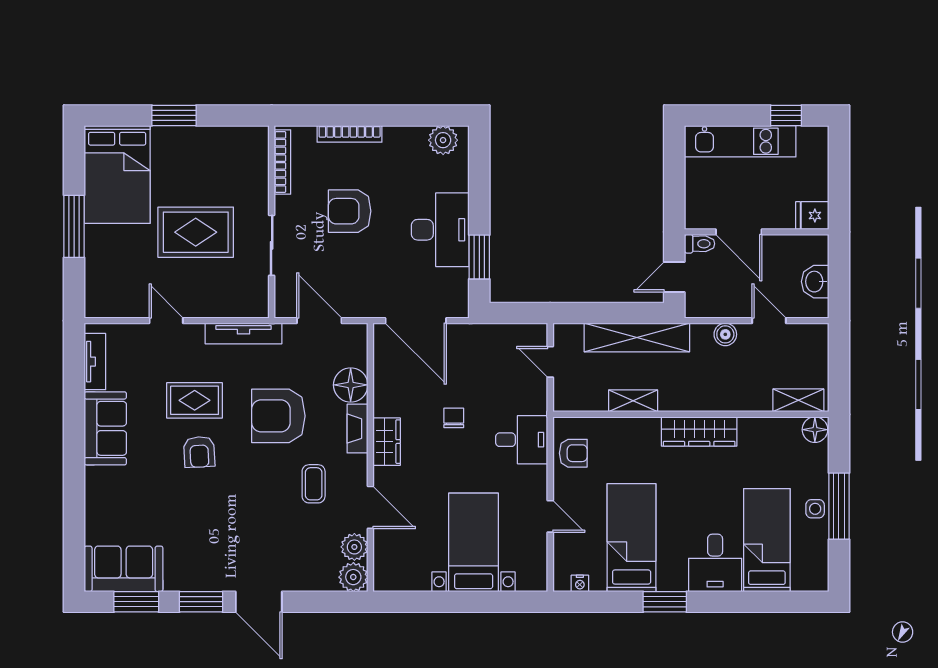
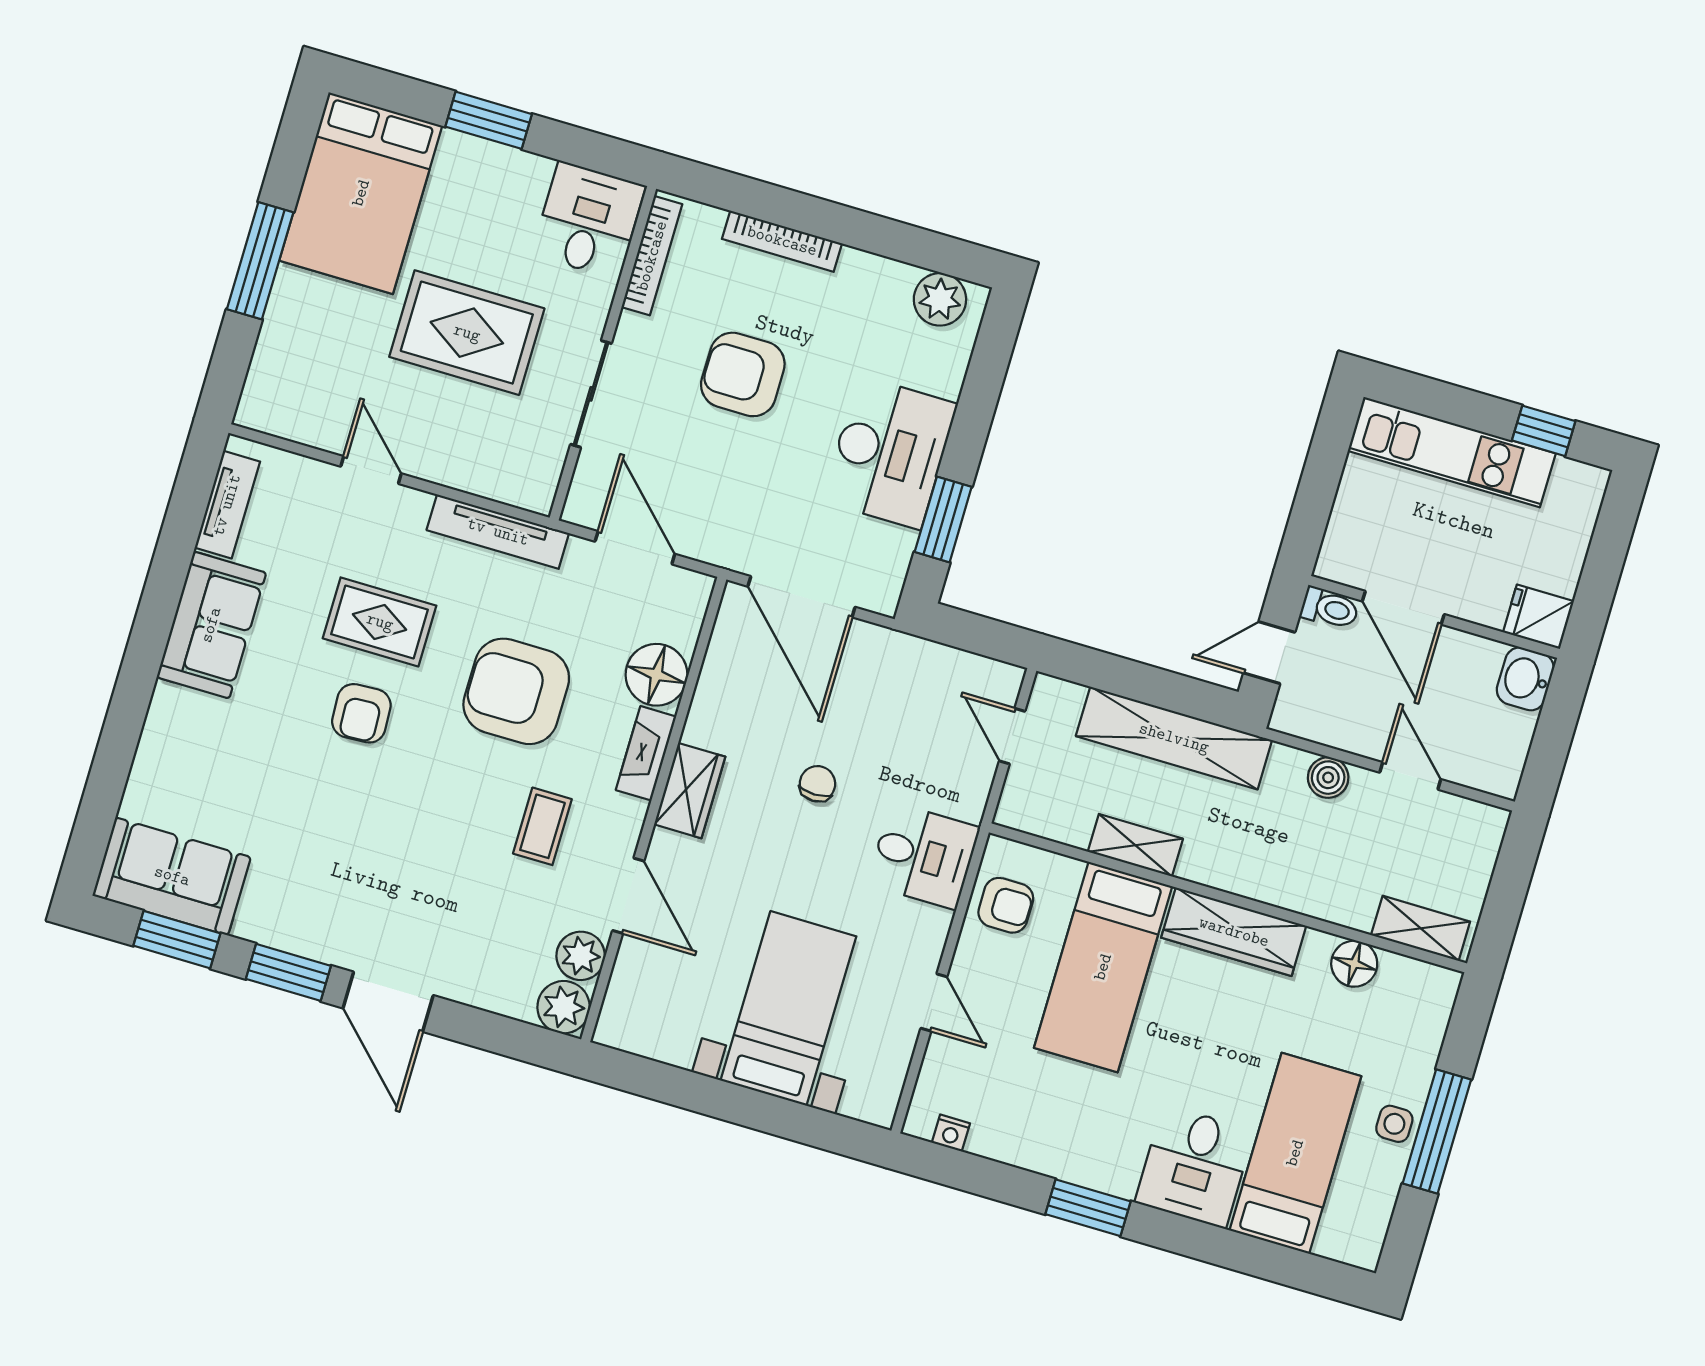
desk: (243, 153) -> (589, 220), added
washbasin: (815, 282) -> (1525, 679), moved
floor lamp: (815, 430) -> (1354, 964), moved
bed: (632, 538) -> (1103, 967), moved, turned 180

